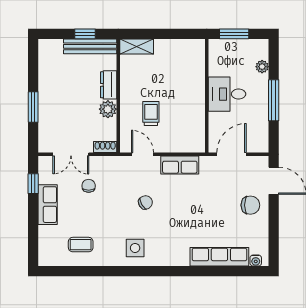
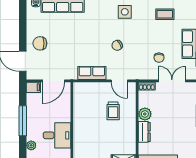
desk: (227, 94) -> (57, 135), moved
filing cabinet: (259, 146) -> (33, 87), added

